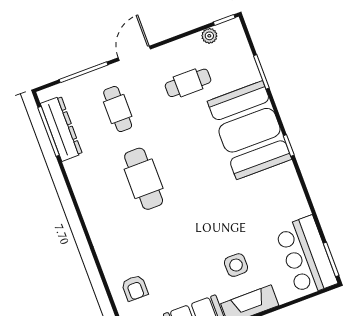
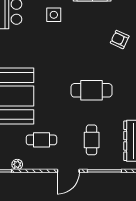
cafe table: (144, 179) -> (92, 90), turned 90
armchair: (135, 288) -> (120, 40), moved, turned -65

